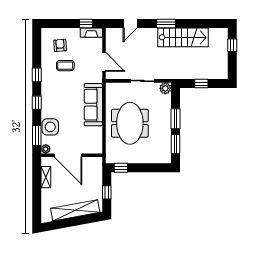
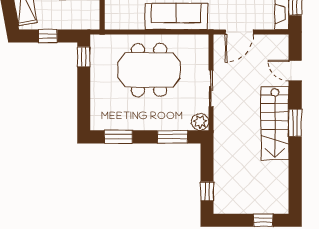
stairs: (183, 37) -> (275, 123), moved
window: (201, 84) -> (207, 191), moved
window: (176, 119) -> (173, 137), moved

